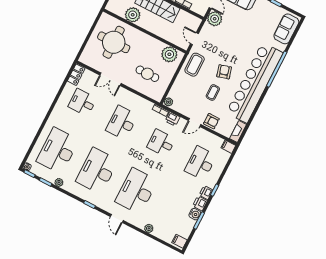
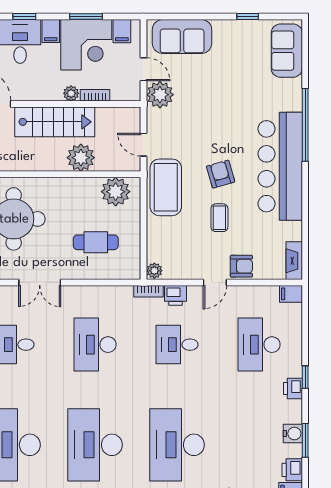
plant: (133, 15) -> (81, 158), moved
coffee table: (195, 65) -> (166, 187), width x1.36, depth x1.32
bar counter: (255, 83) -> (280, 166), width x0.73
printer: (200, 203) -> (292, 470), moved

